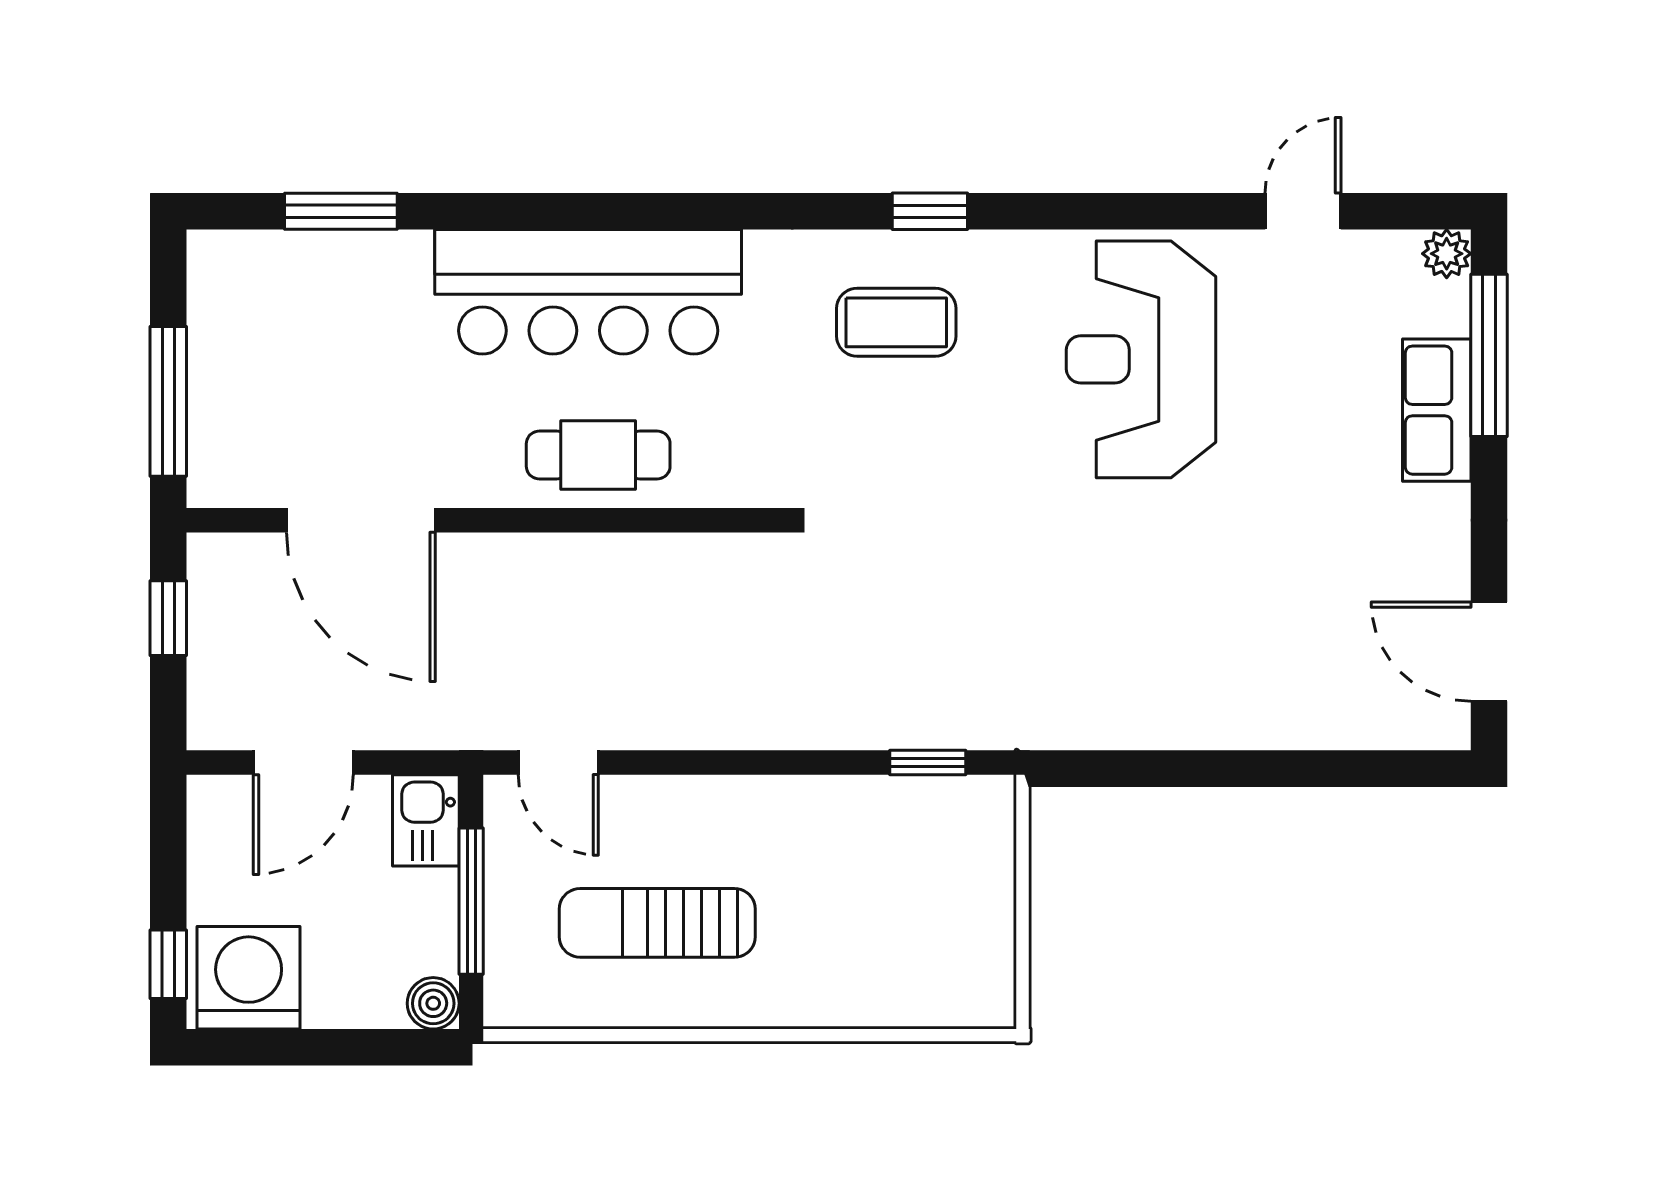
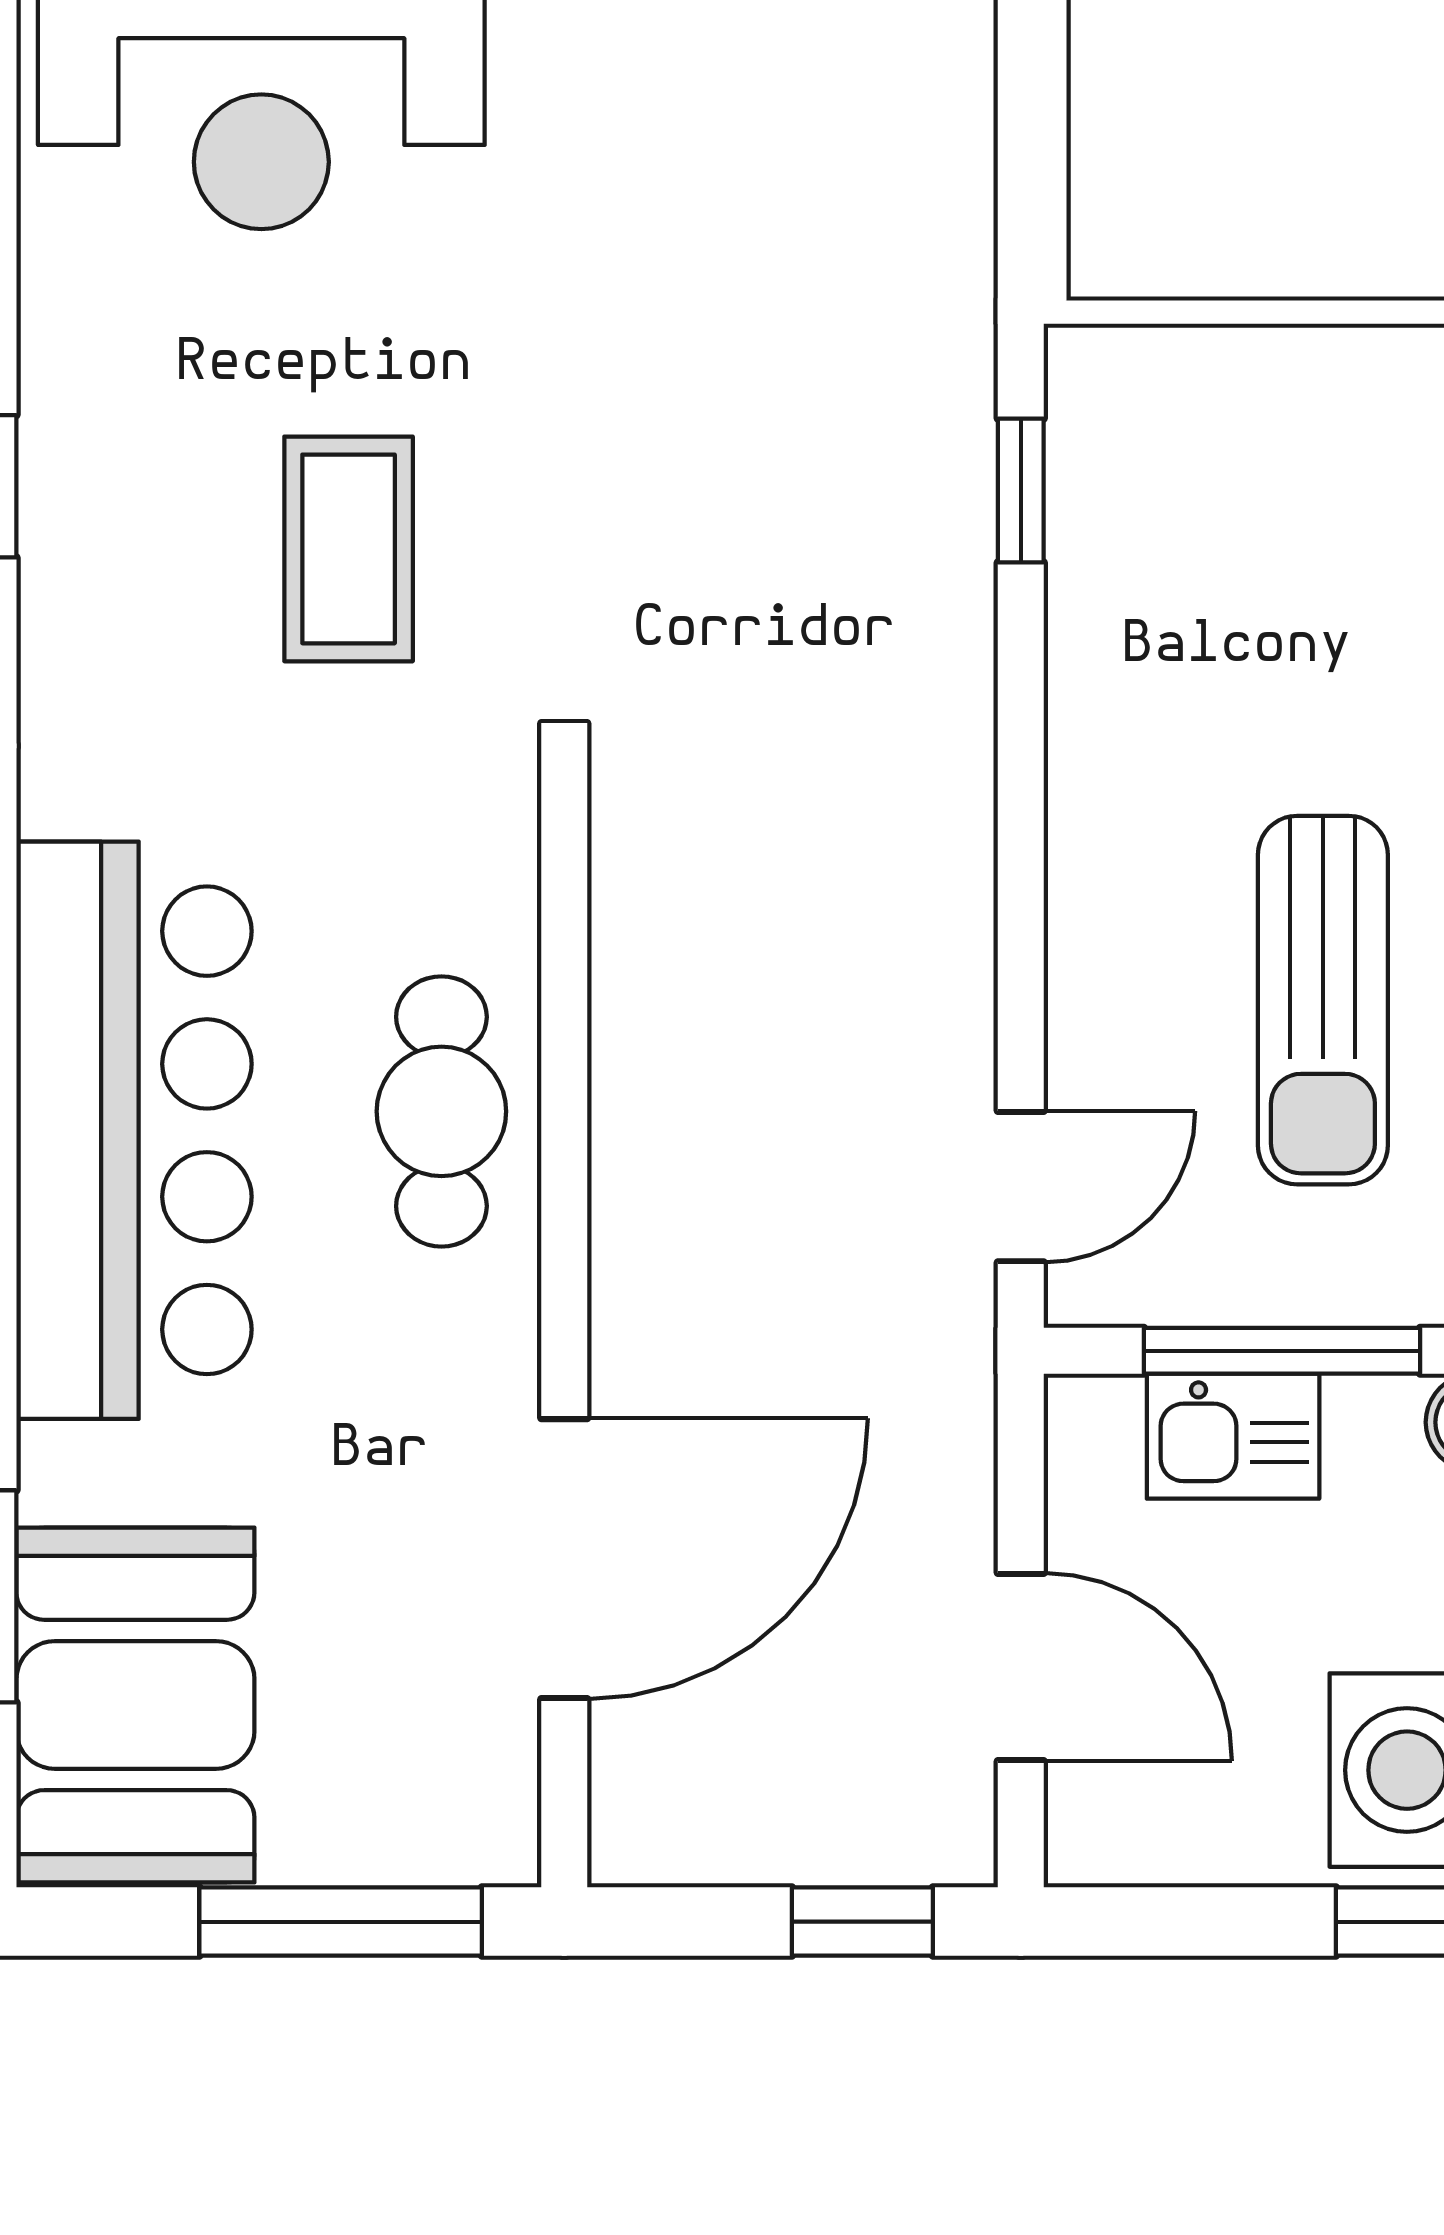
booth: (283, 293) -> (135, 1705), added
coffee table: (896, 322) -> (349, 549), moved
window: (168, 618) -> (862, 1922), moved
kitchen sink: (426, 820) -> (1233, 1436), moved

